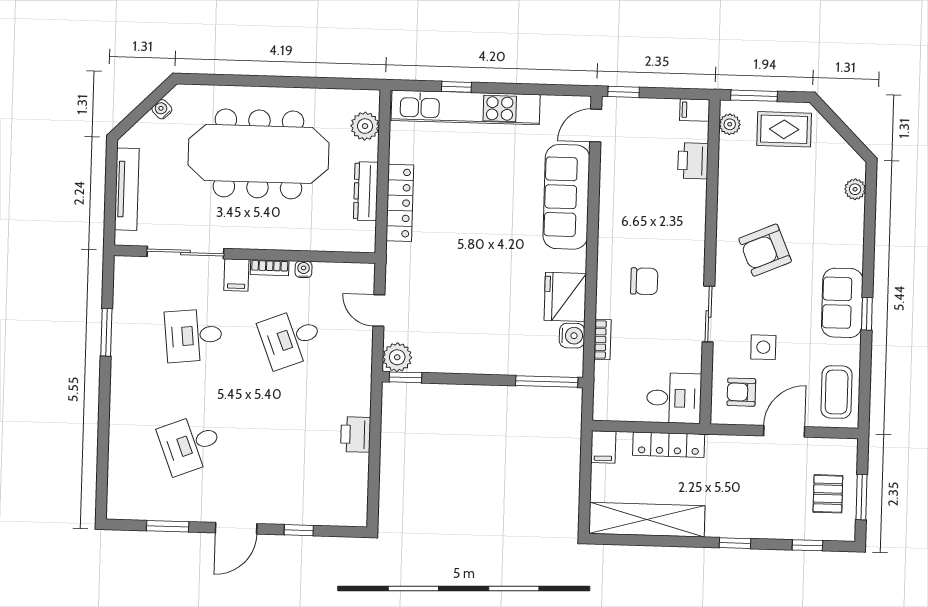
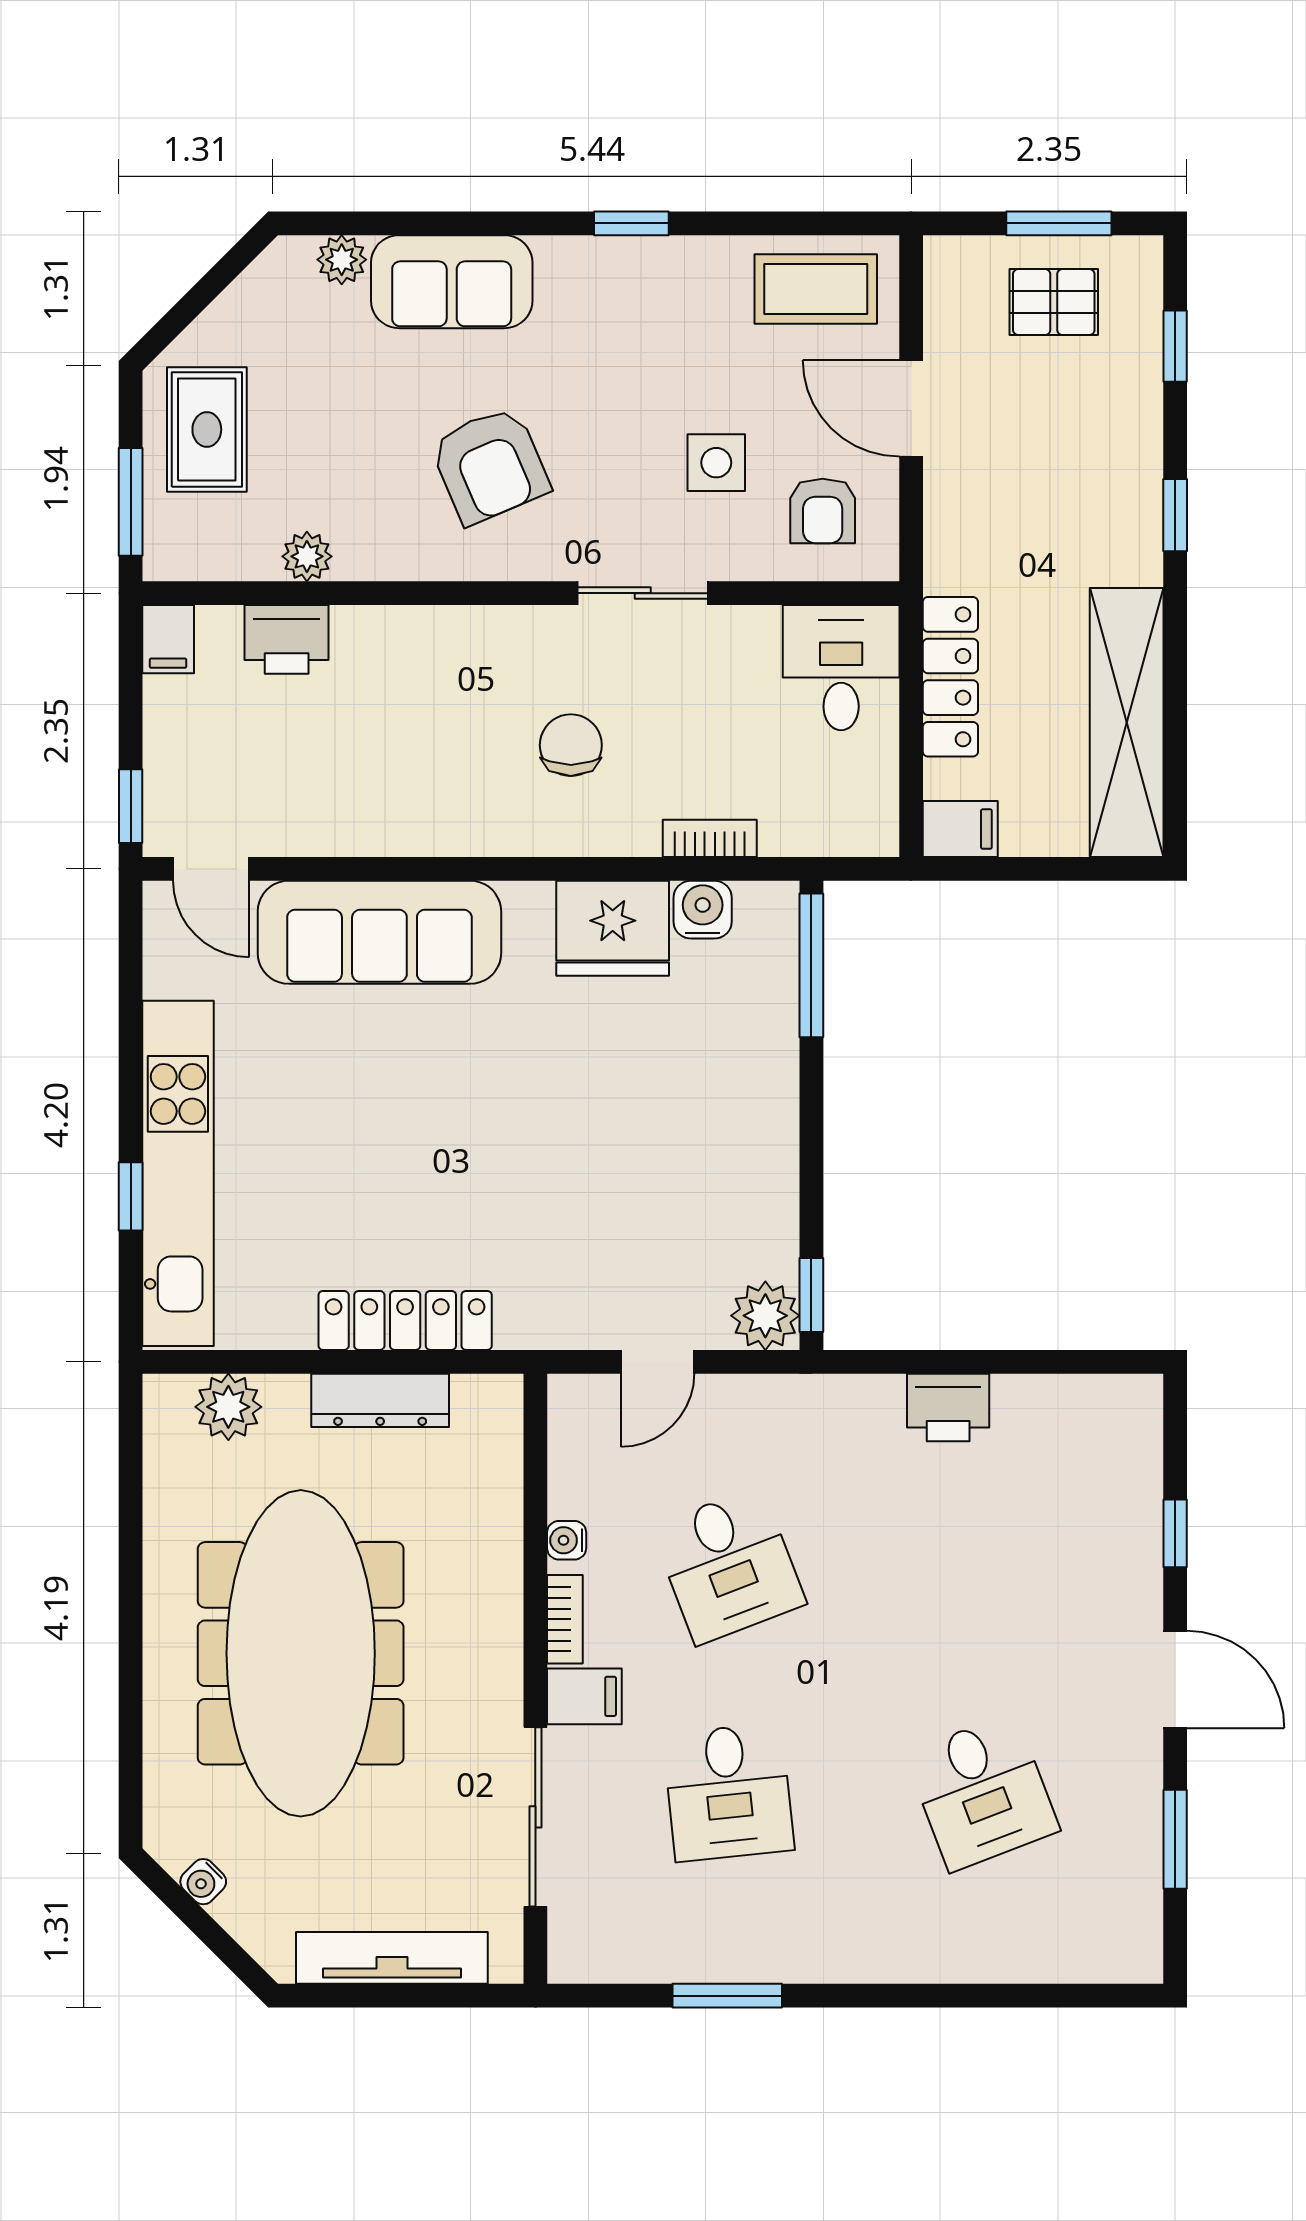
plant: (730, 124) -> (307, 556), moved
sofa: (842, 303) -> (452, 282), moved

